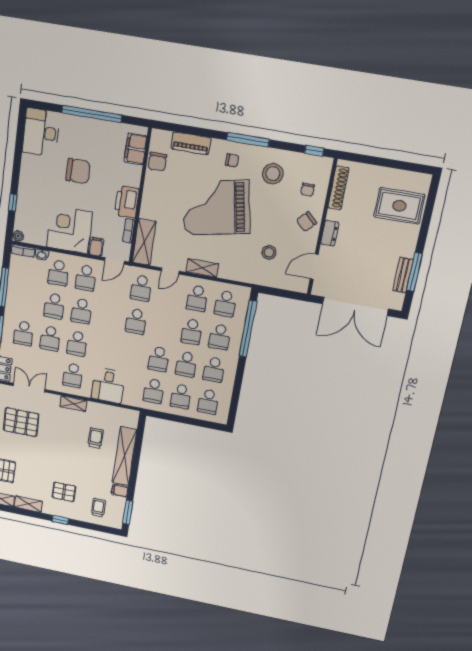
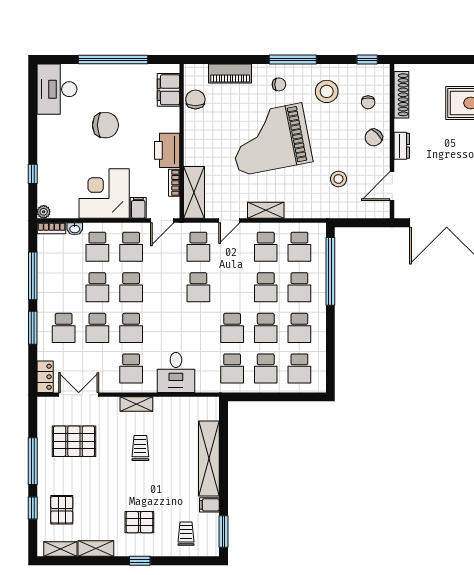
chair: (157, 162) -> (195, 99), turned 180
trolley: (96, 438) -> (140, 448), moved

